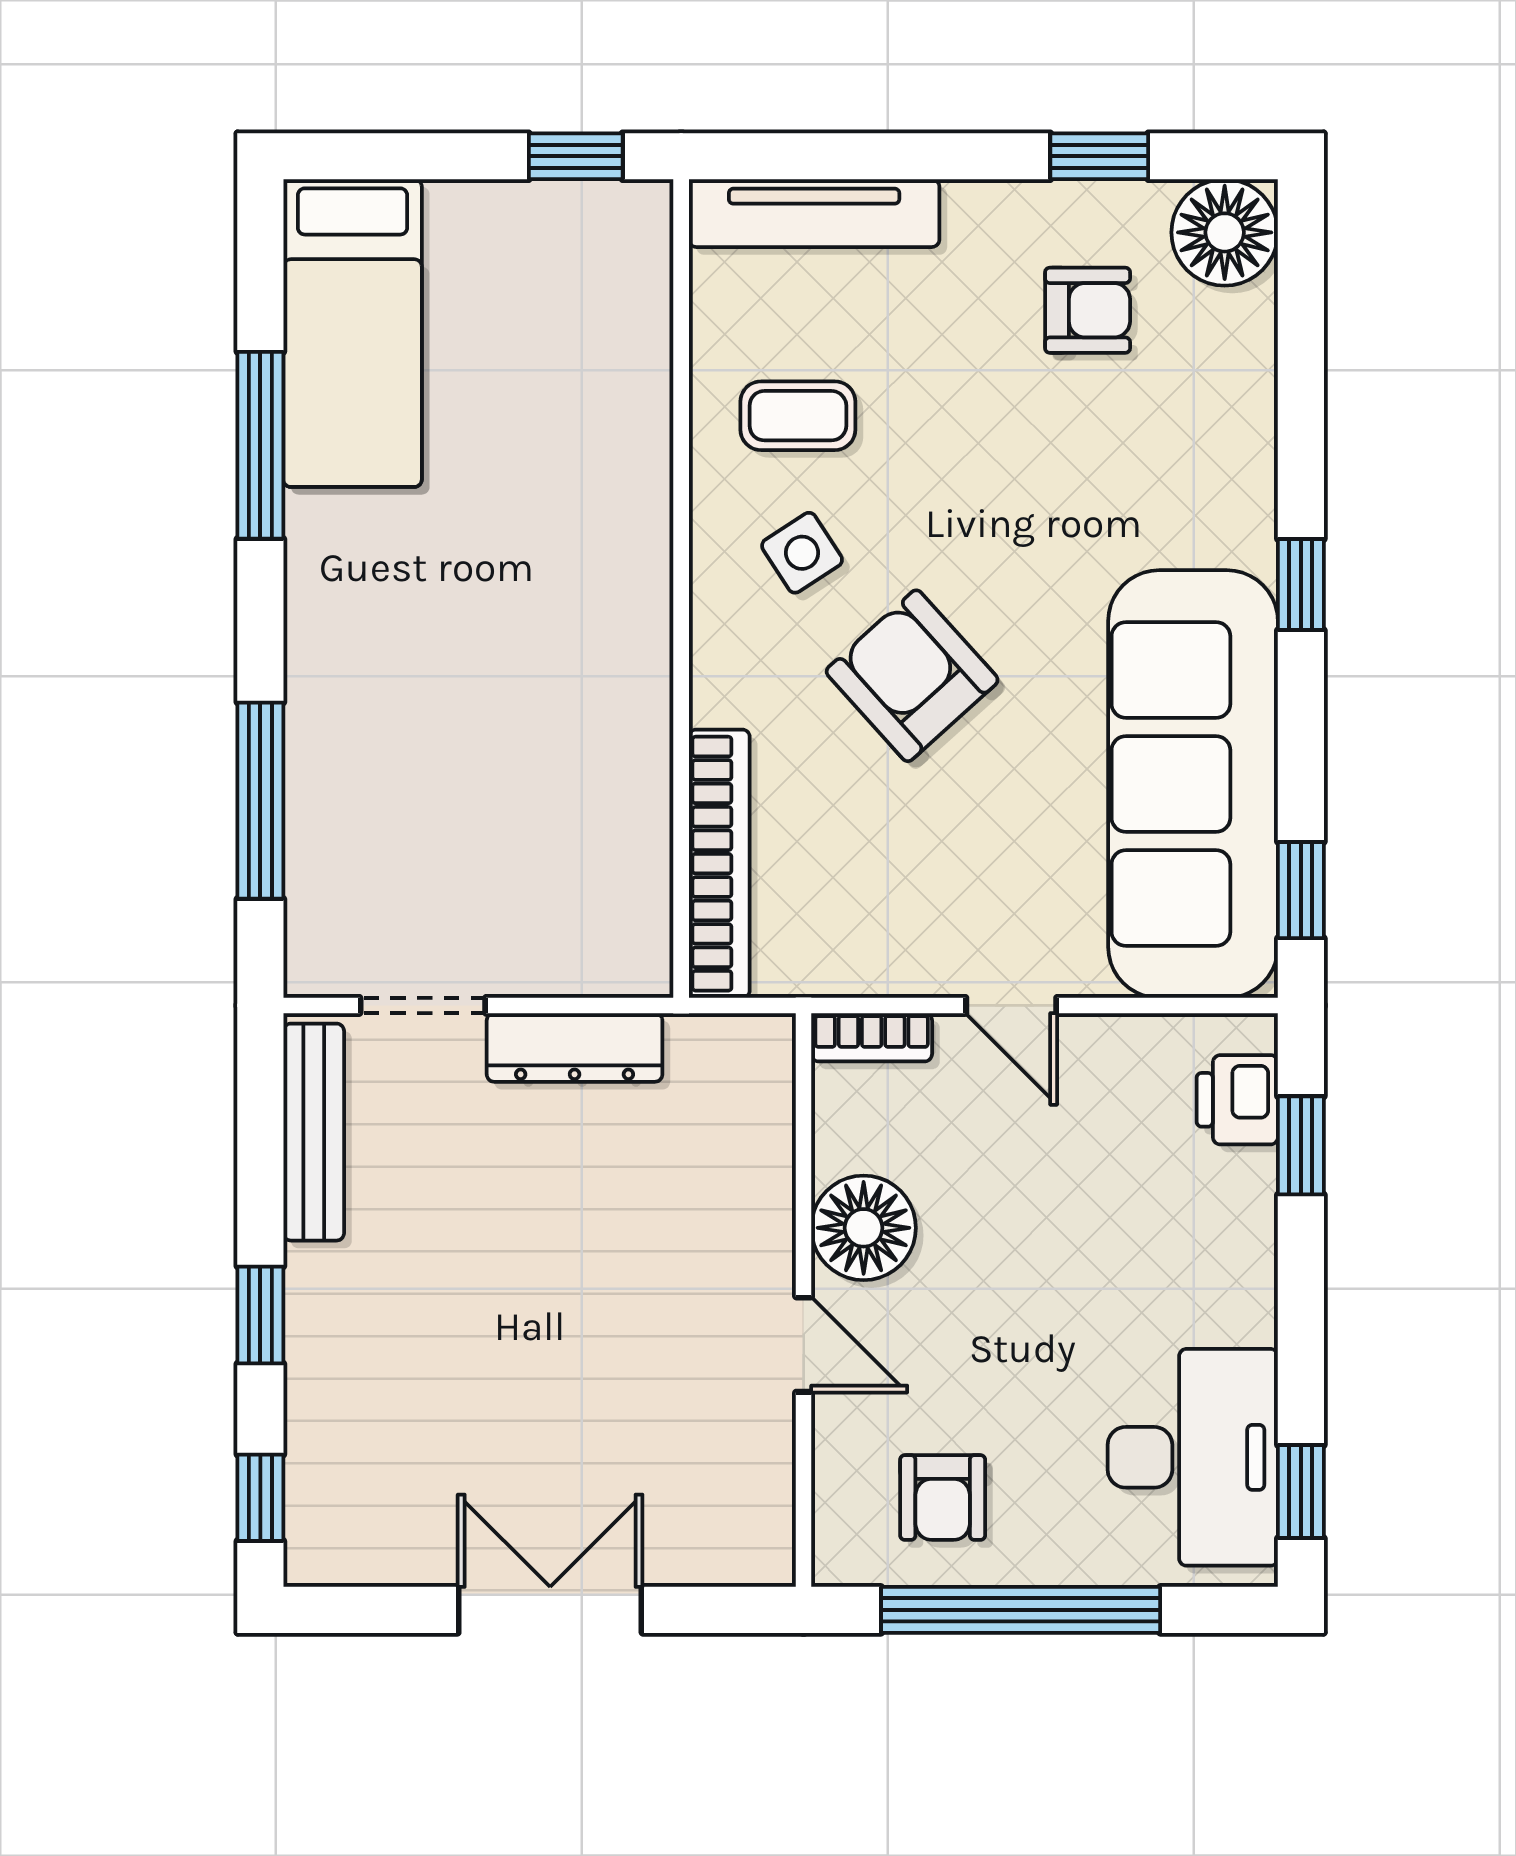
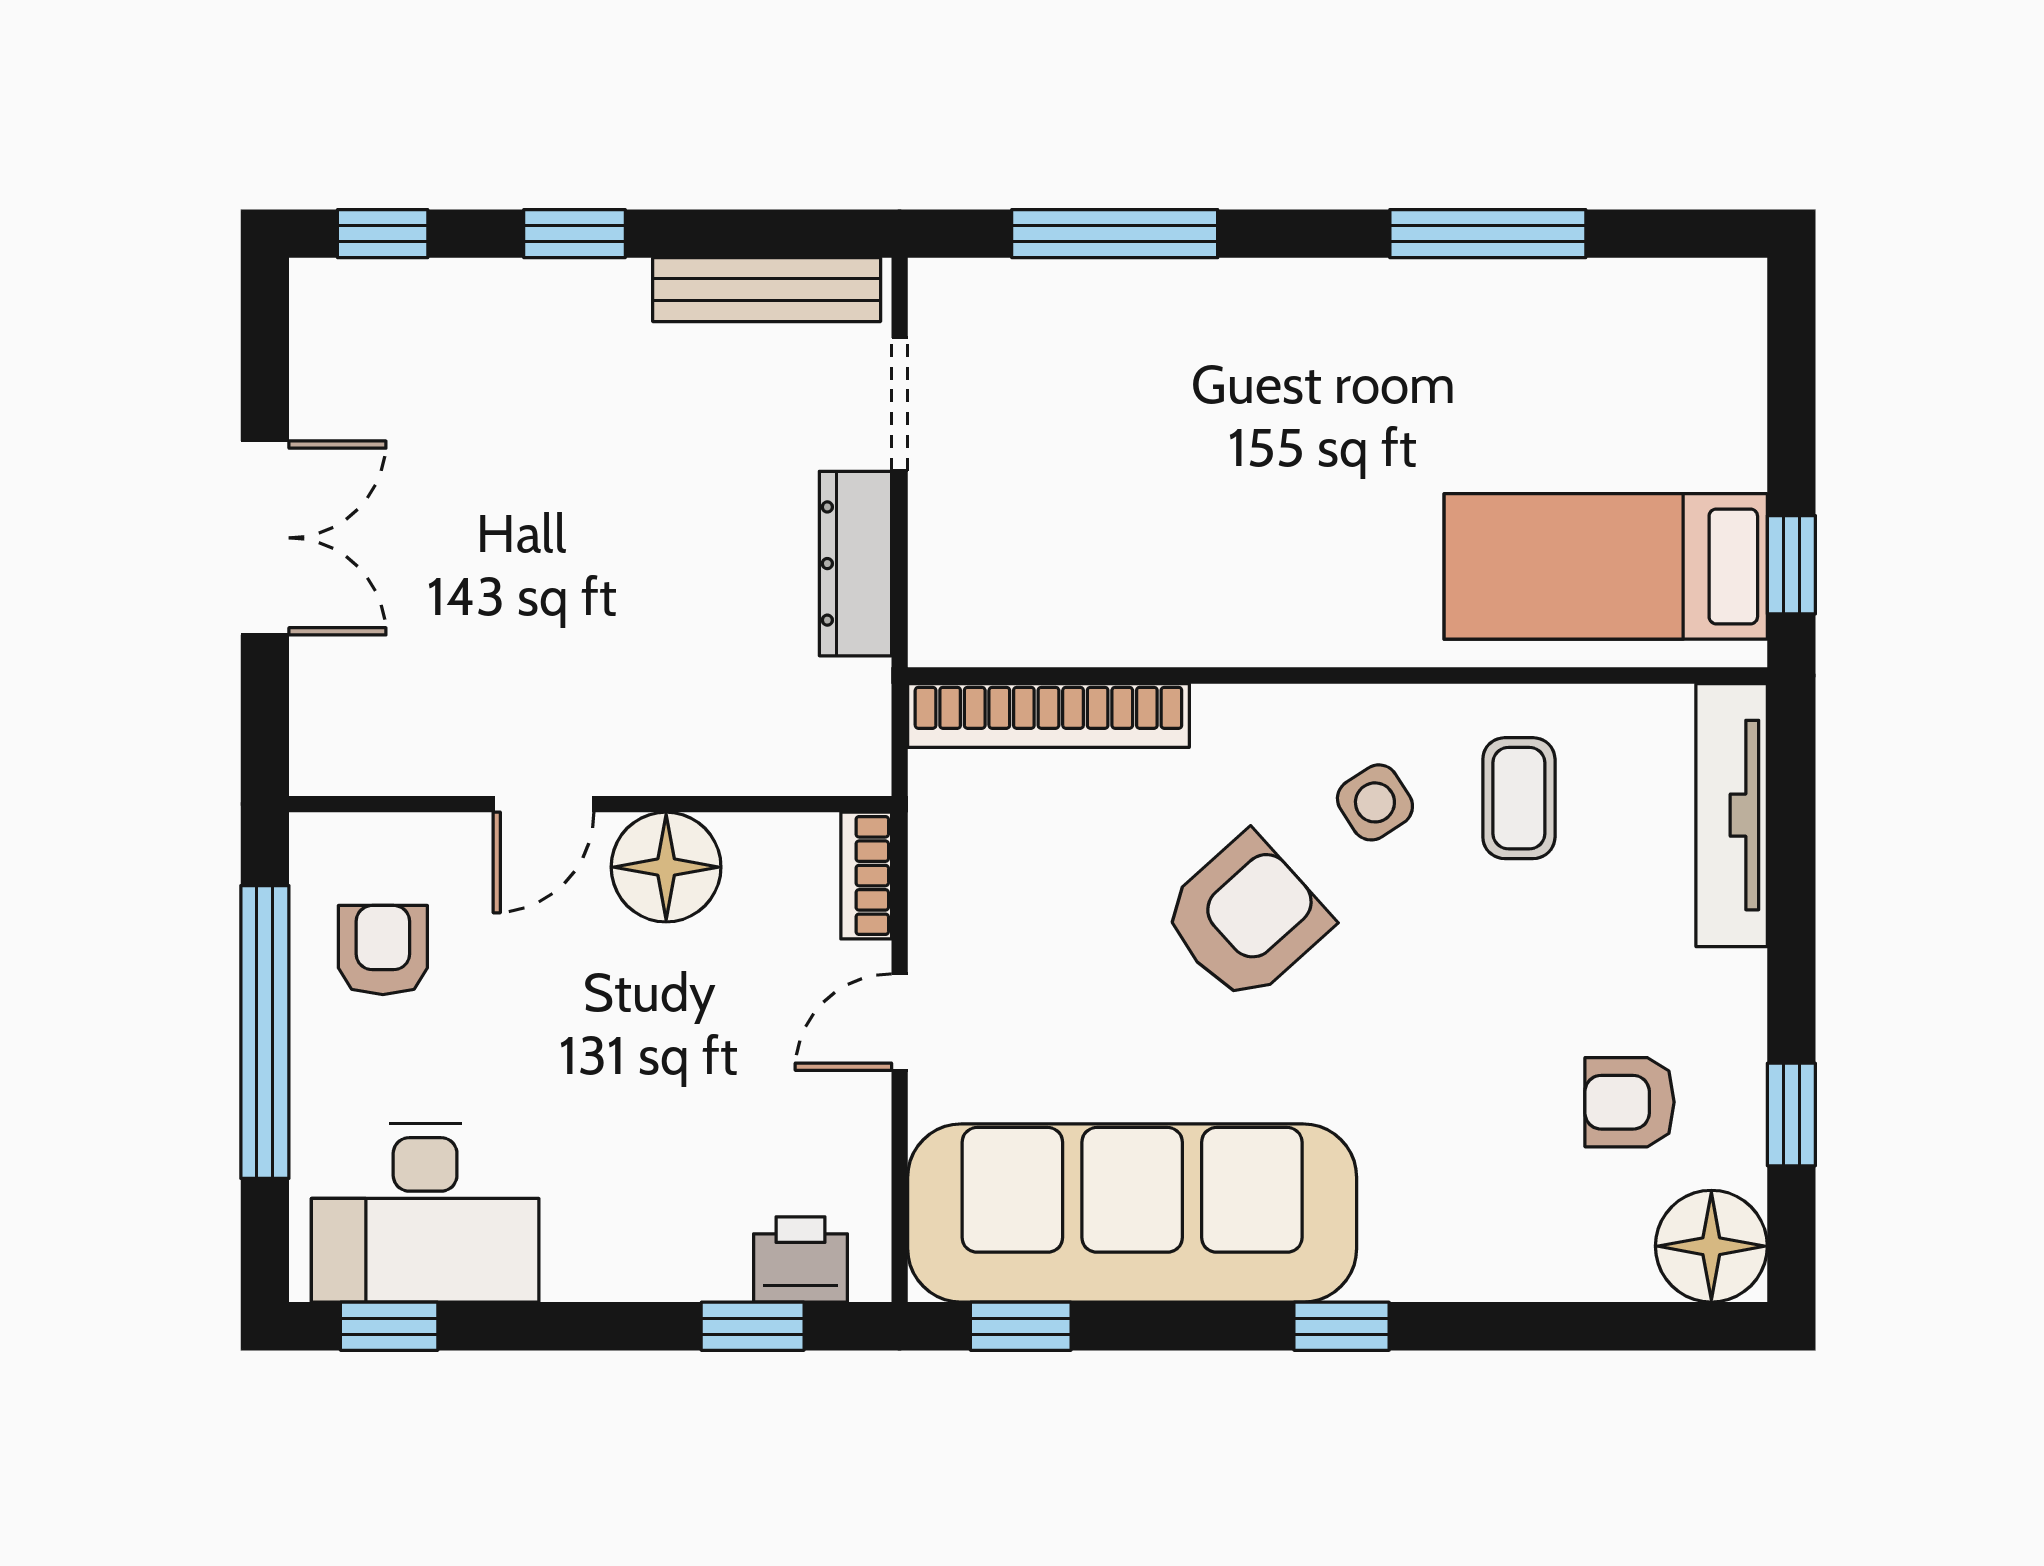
armchair: (1088, 310) -> (1630, 1102), turned 90
bed: (353, 333) -> (1606, 566), moved
armchair: (943, 1497) -> (383, 950), turned 90

